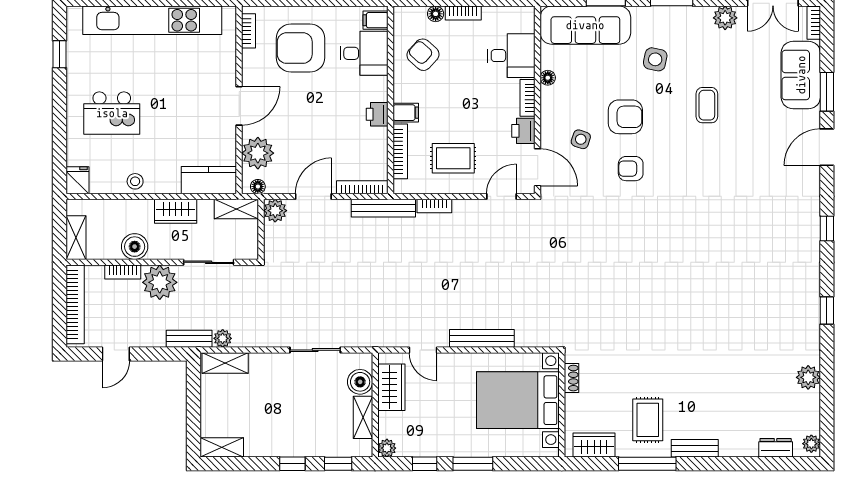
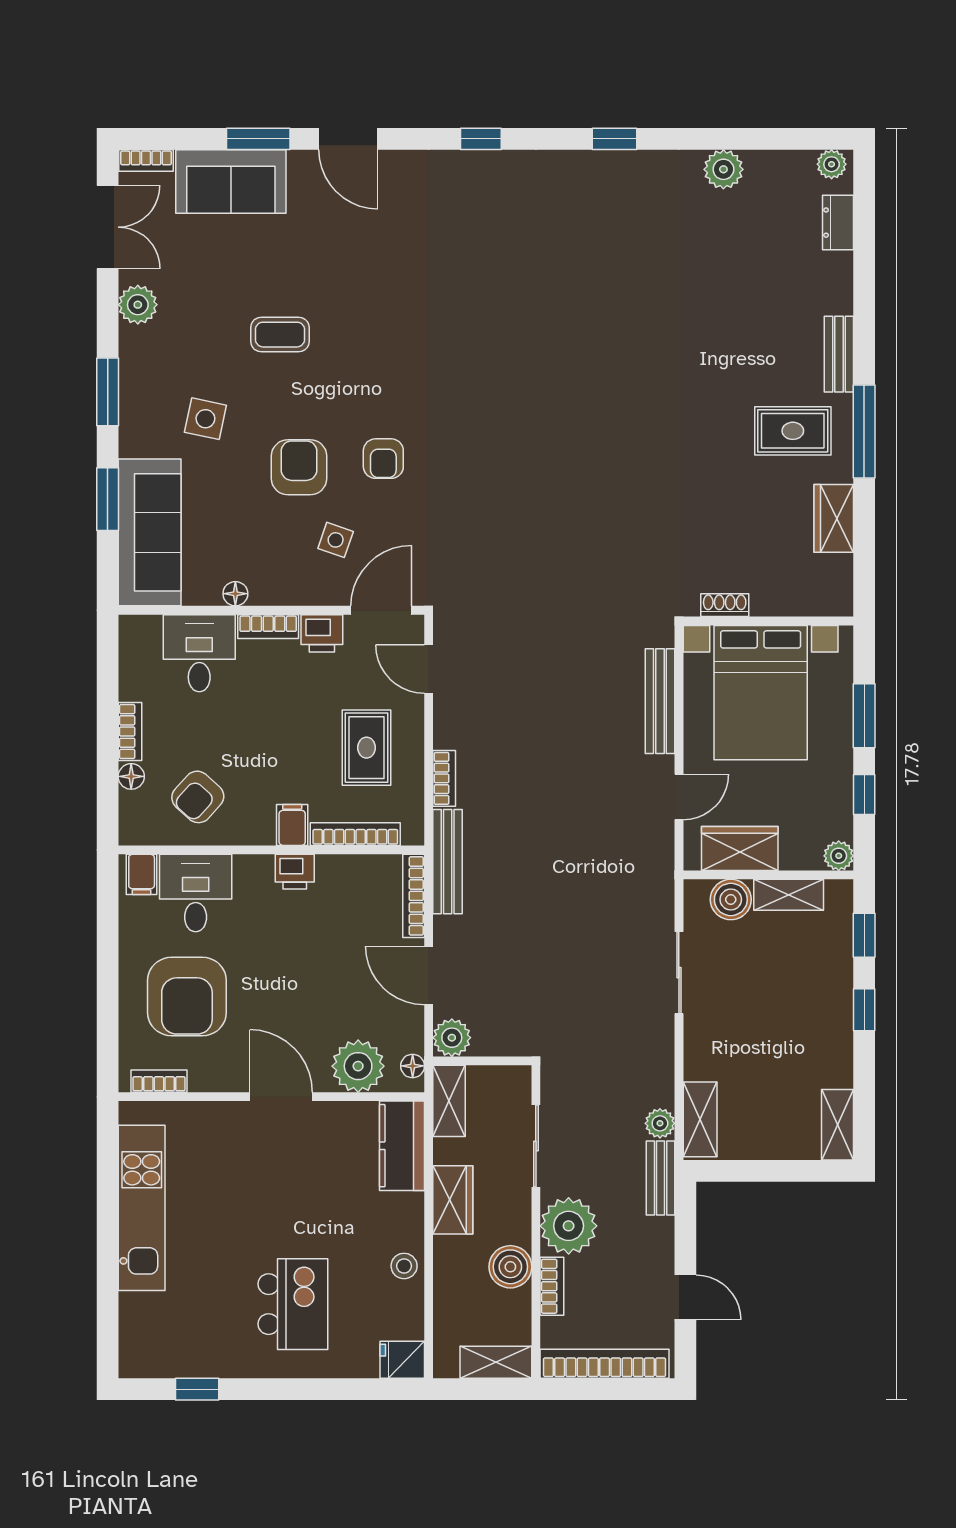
kitchen unit: (152, 20) -> (142, 1208), width x0.73
shoe rack: (571, 378) -> (725, 605), moved
bed with nightstands: (518, 400) -> (761, 693), moved
wall: (562, 405) -> (768, 621), moved

